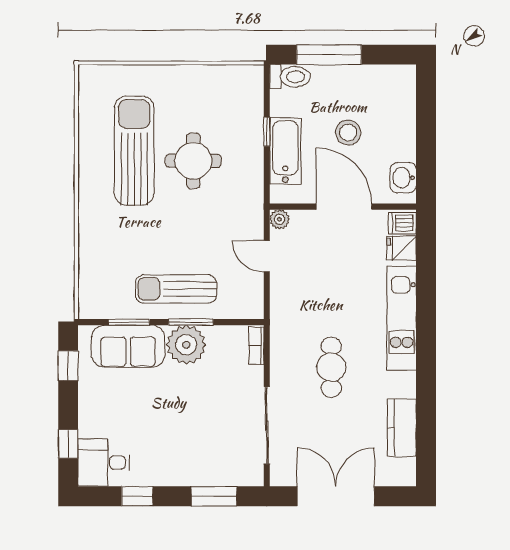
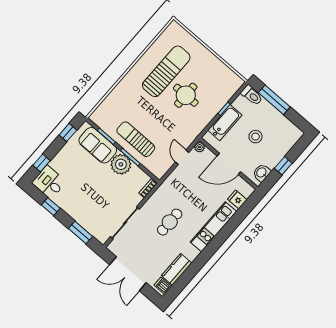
window: (426, 140) -> (283, 166), added
door: (344, 207) -> (229, 164), swing flipped
dishwasher: (402, 223) -> (163, 286), moved
double door: (336, 496) -> (128, 274), swing flipped

